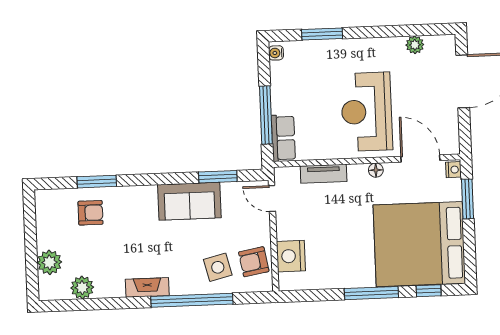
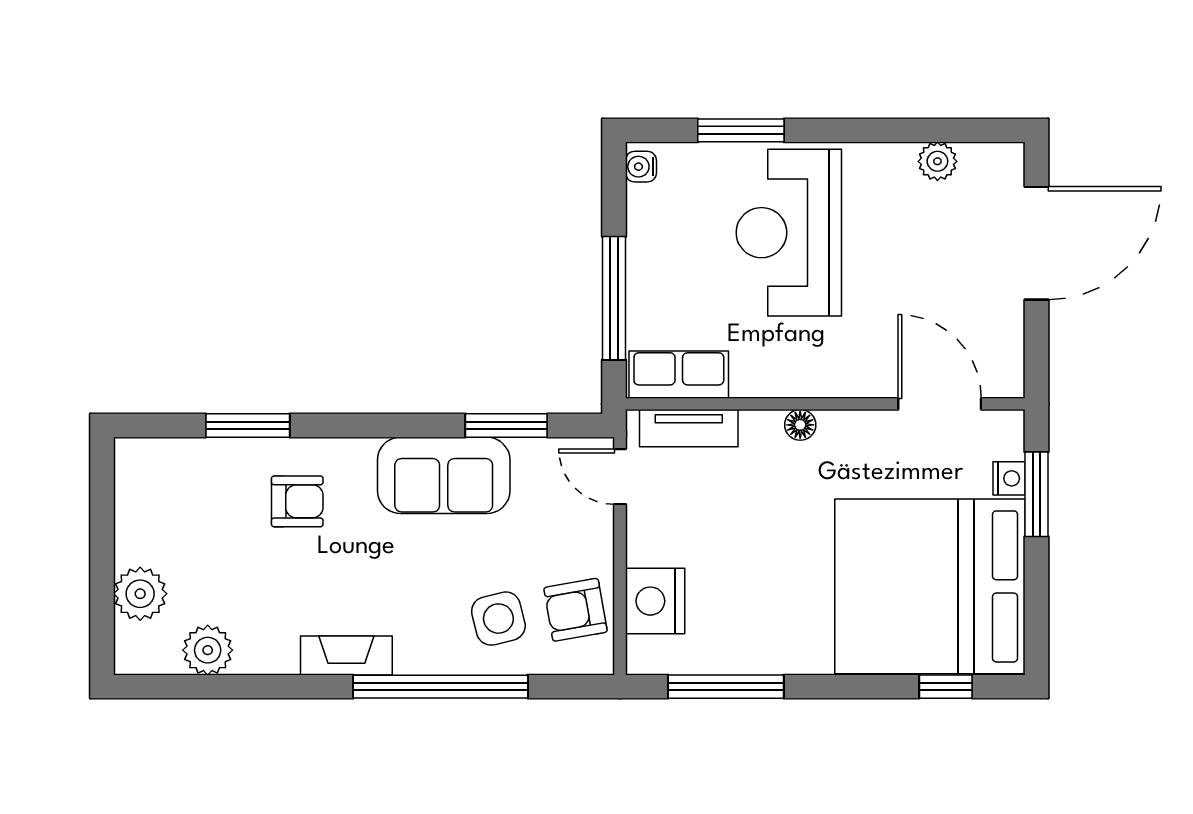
reception desk: (367, 112) -> (789, 233), moved
row of seats: (283, 138) -> (679, 375), moved, turned -90
floor lamp: (376, 170) -> (800, 425), moved
nightstand: (453, 170) -> (1009, 478), moved
tv unit: (324, 174) -> (689, 428), moved
armchair: (90, 213) -> (297, 501), moved
window: (371, 293) -> (726, 687), moved

